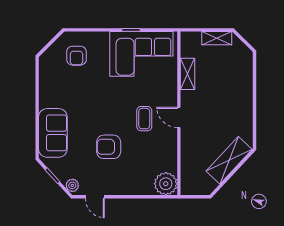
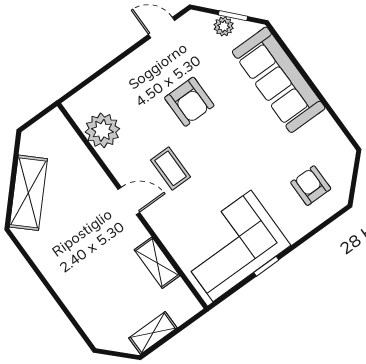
sofa: (53, 133) -> (279, 80), width x1.36
armchair: (109, 147) -> (189, 102), turned 90
plant: (166, 184) -> (102, 130), moved
plant: (72, 185) -> (224, 26), moved

